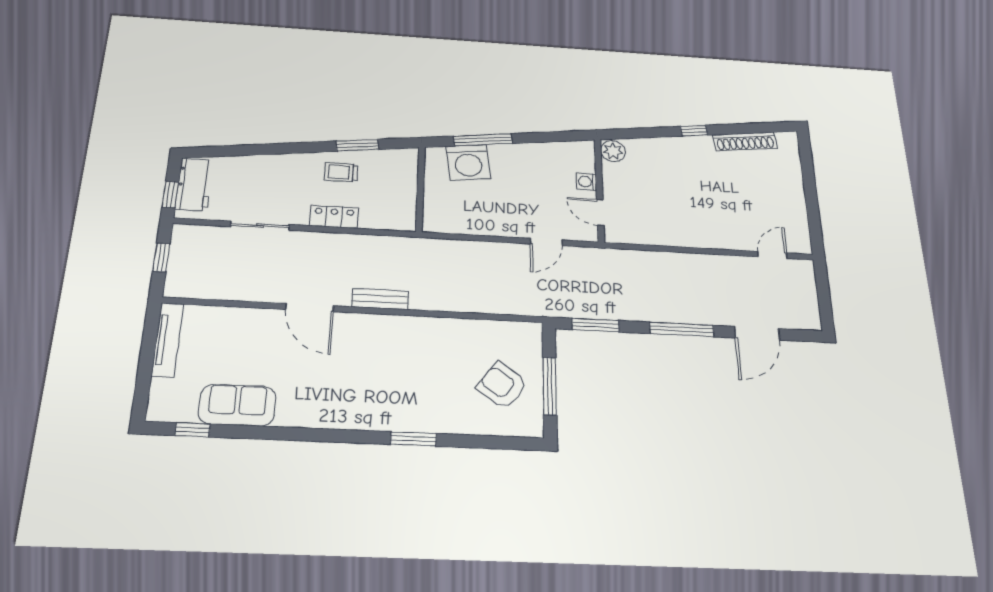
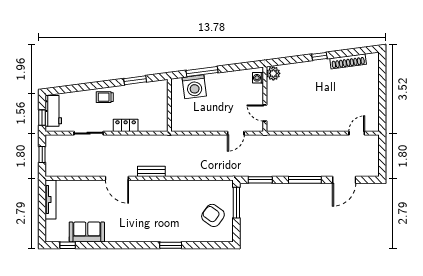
trolley: (341, 172) -> (105, 97), moved
washing machine: (586, 182) -> (258, 78), moved
window: (550, 386) -> (236, 203), moved

